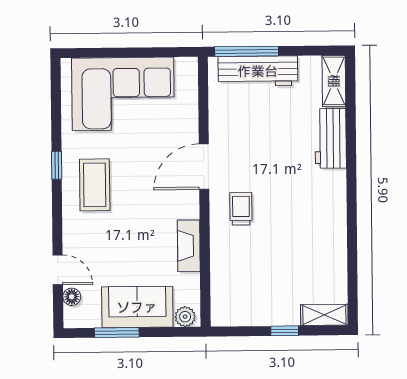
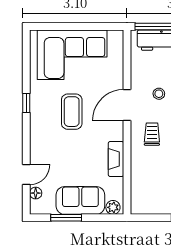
stool: (251, 150) -> (159, 94), added
coffee table: (95, 185) -> (72, 112), moved
door: (58, 270) -> (26, 174), hinge flipped

